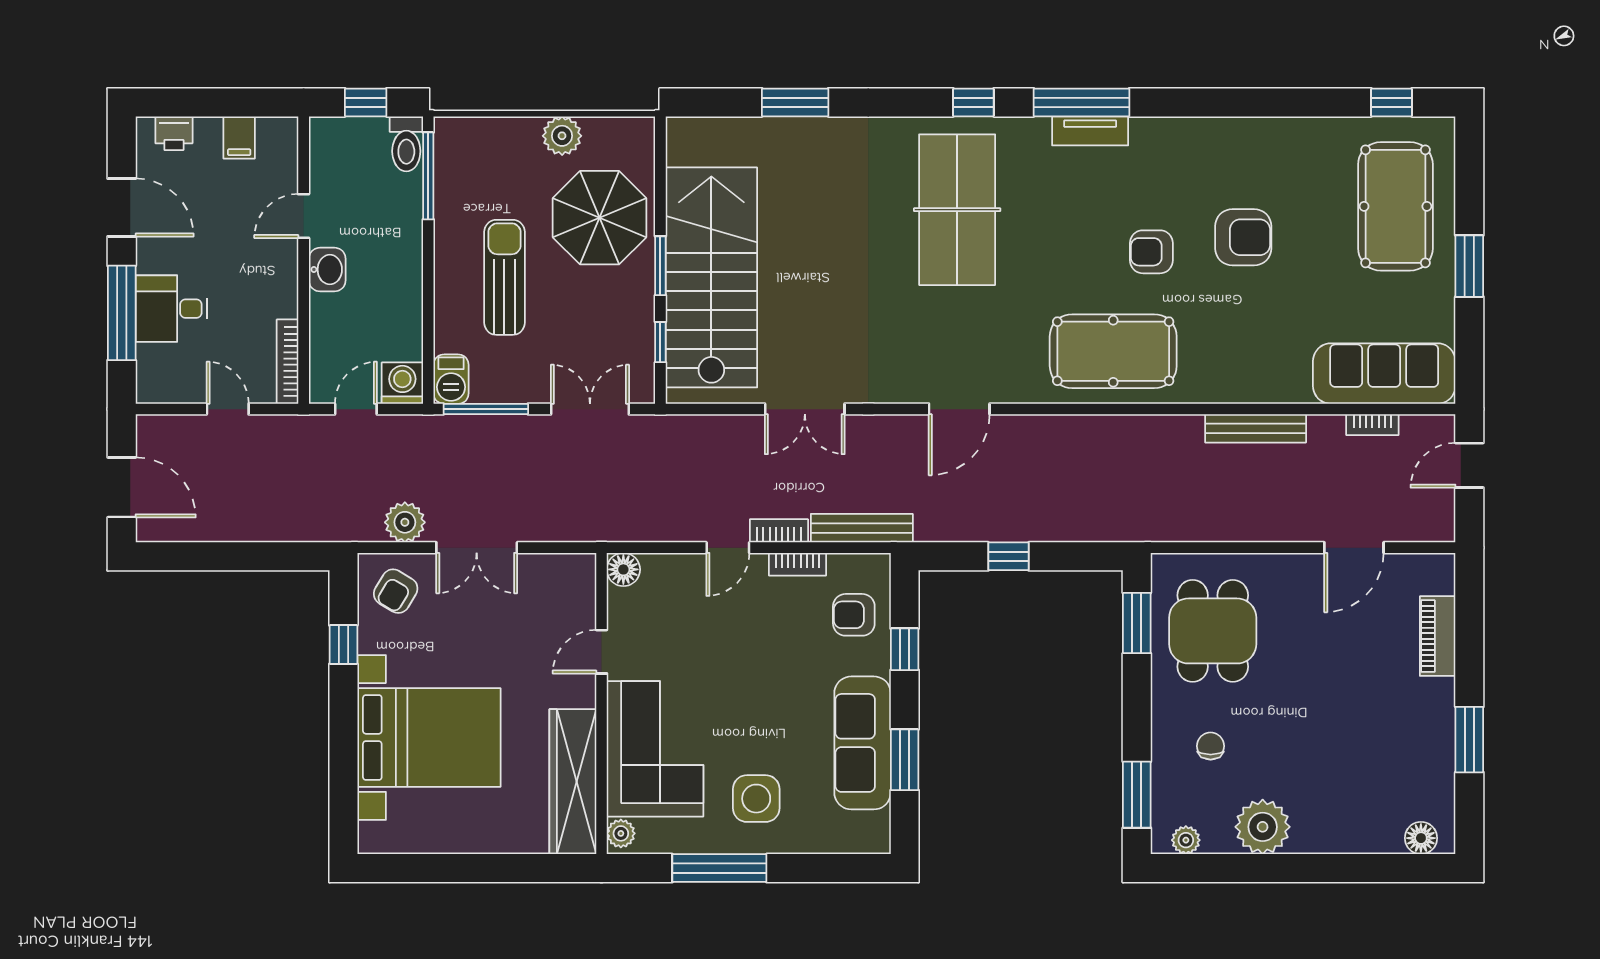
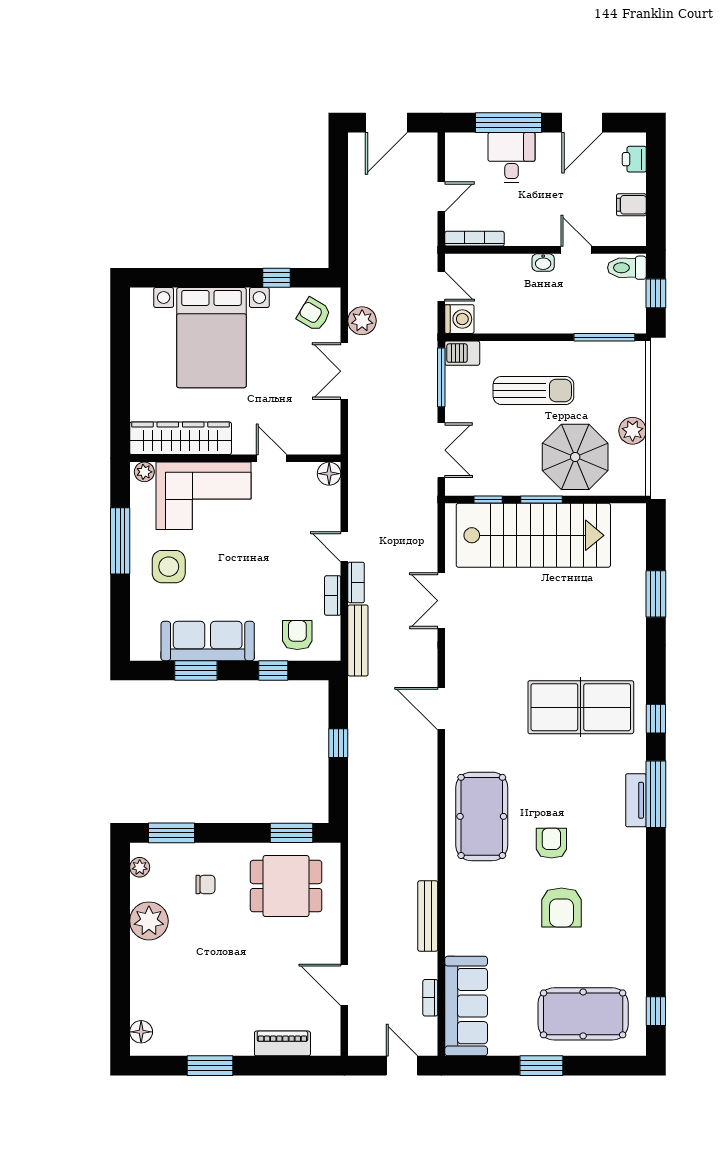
toilet: (406, 144) -> (627, 268), moved
washbasin: (327, 270) -> (543, 262), width x0.72, depth x0.69

